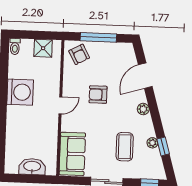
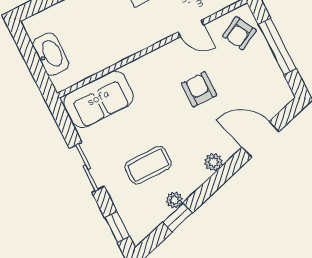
door: (60, 105) -> (191, 28), moved

